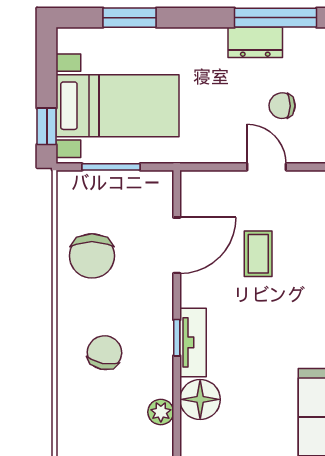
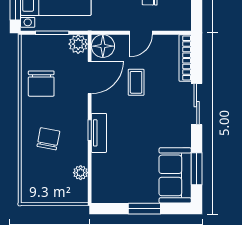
door: (267, 167) -> (141, 33), swing flipped
plant: (157, 187) -> (78, 44), added
floor lamp: (200, 399) -> (103, 46), moved

